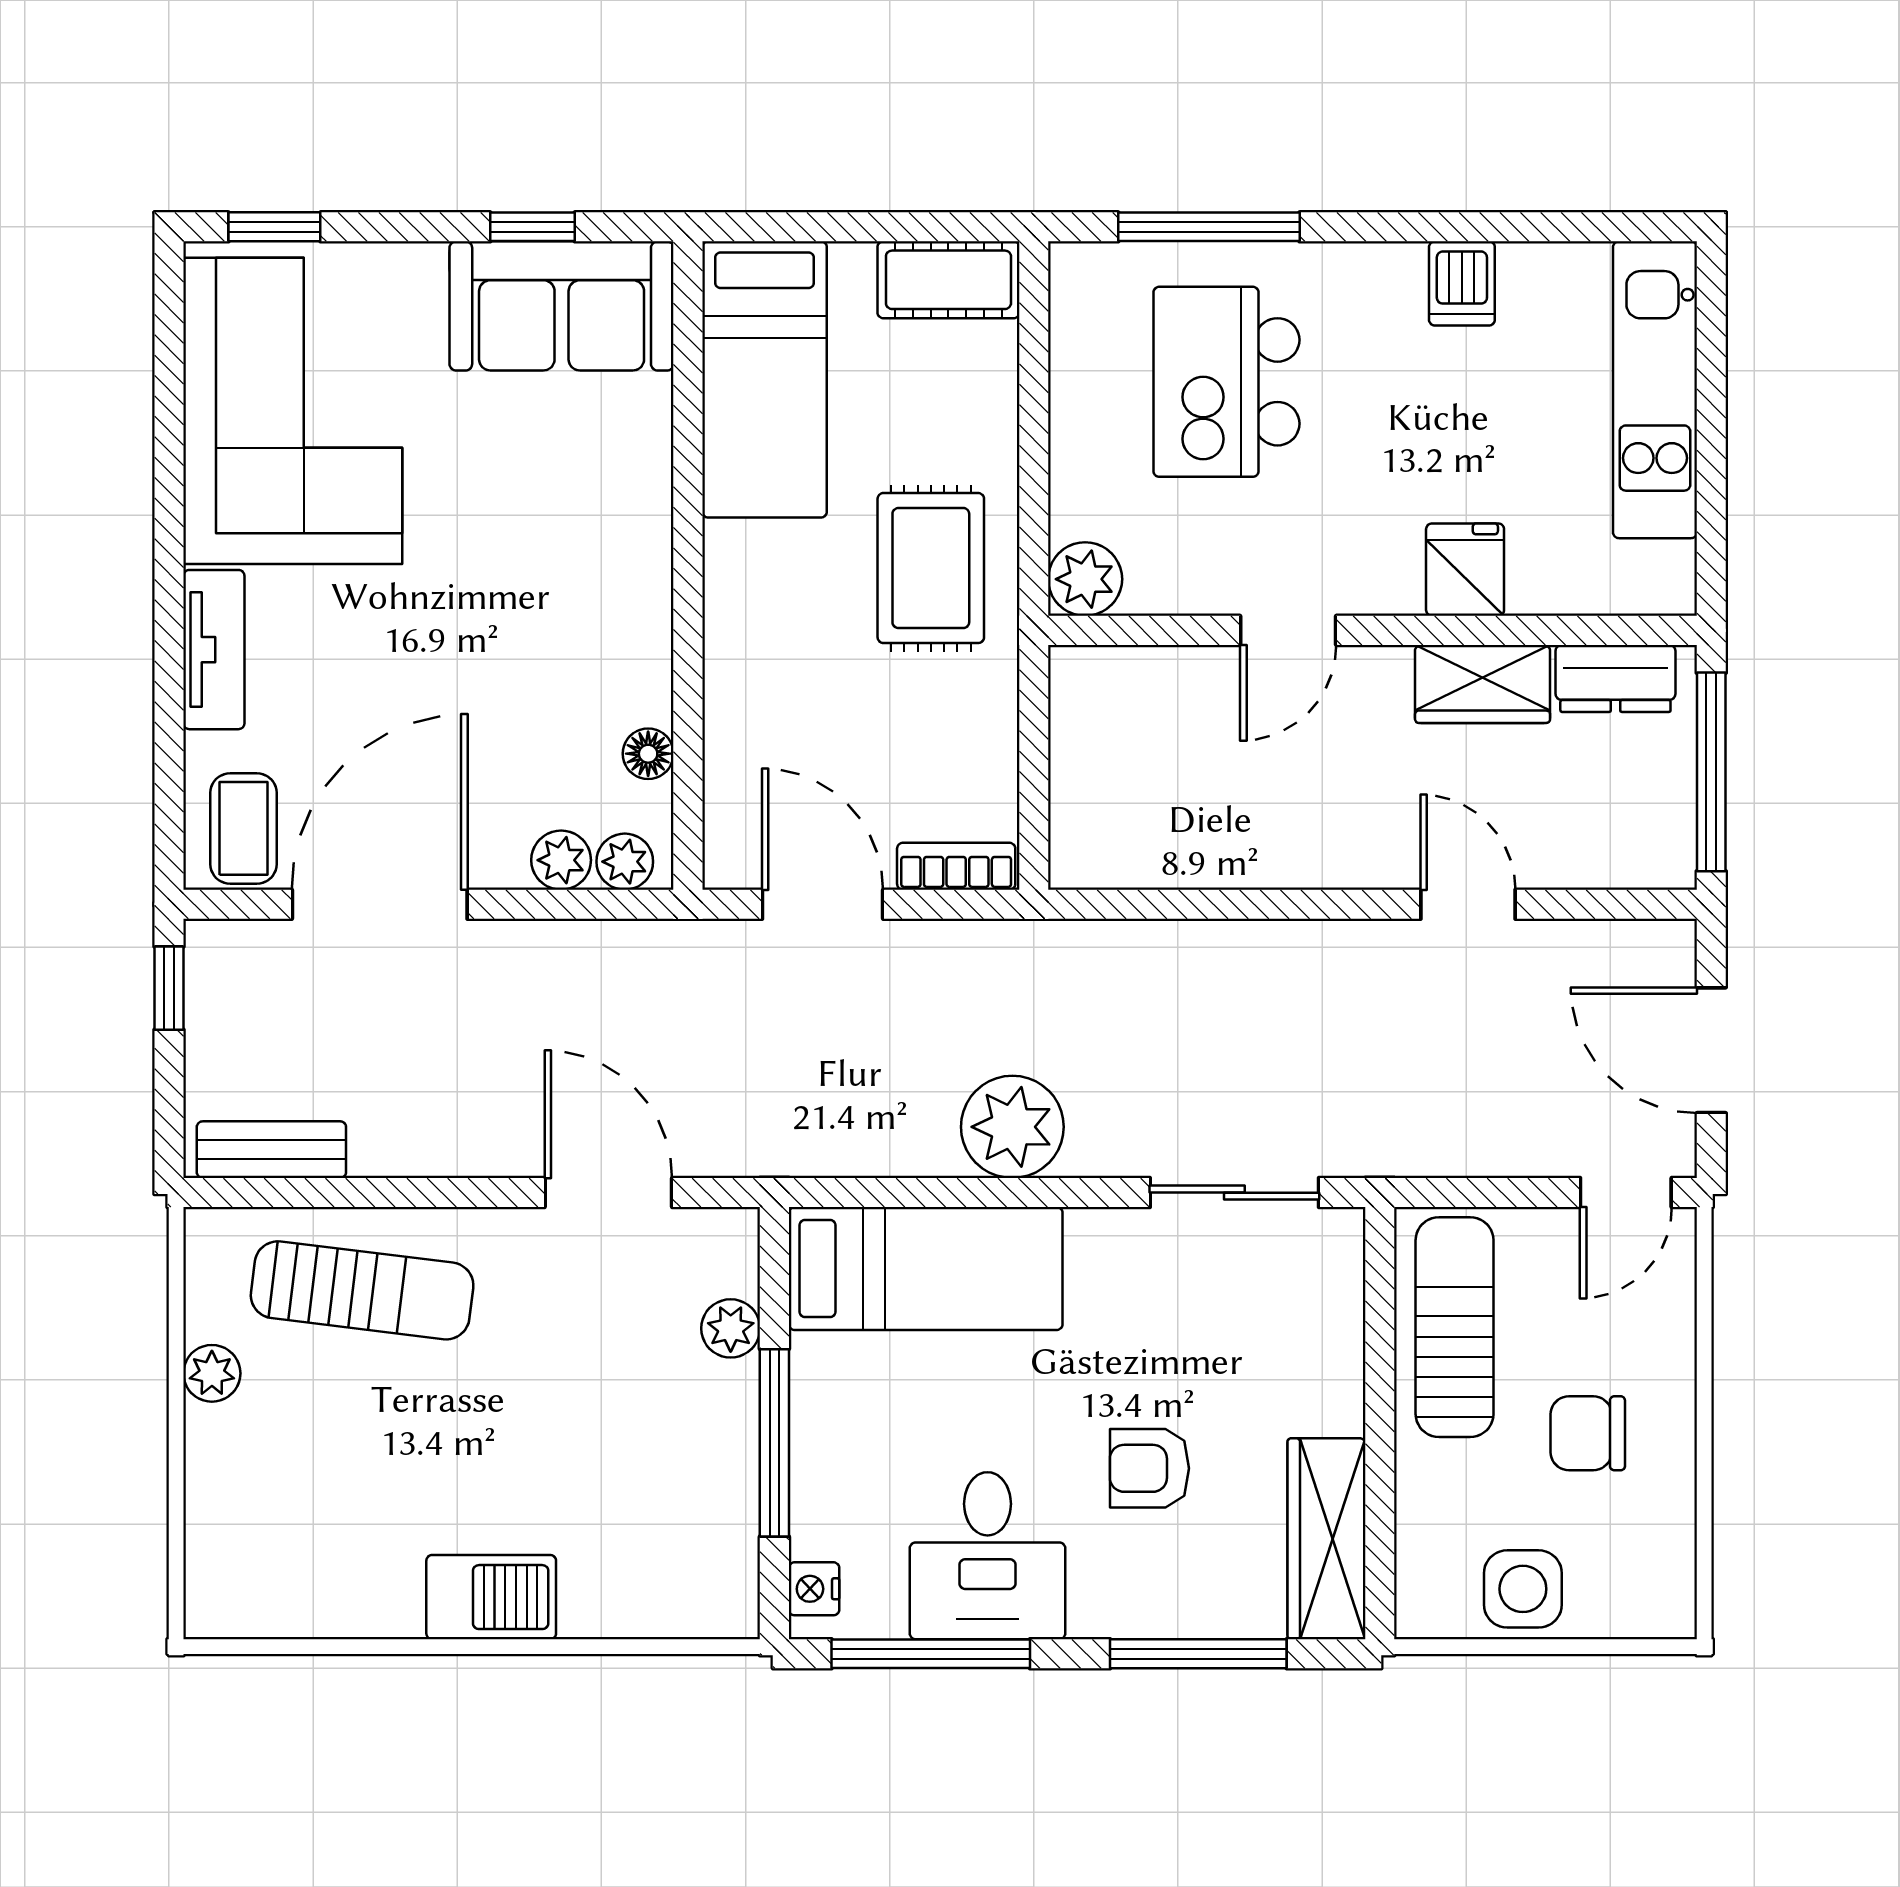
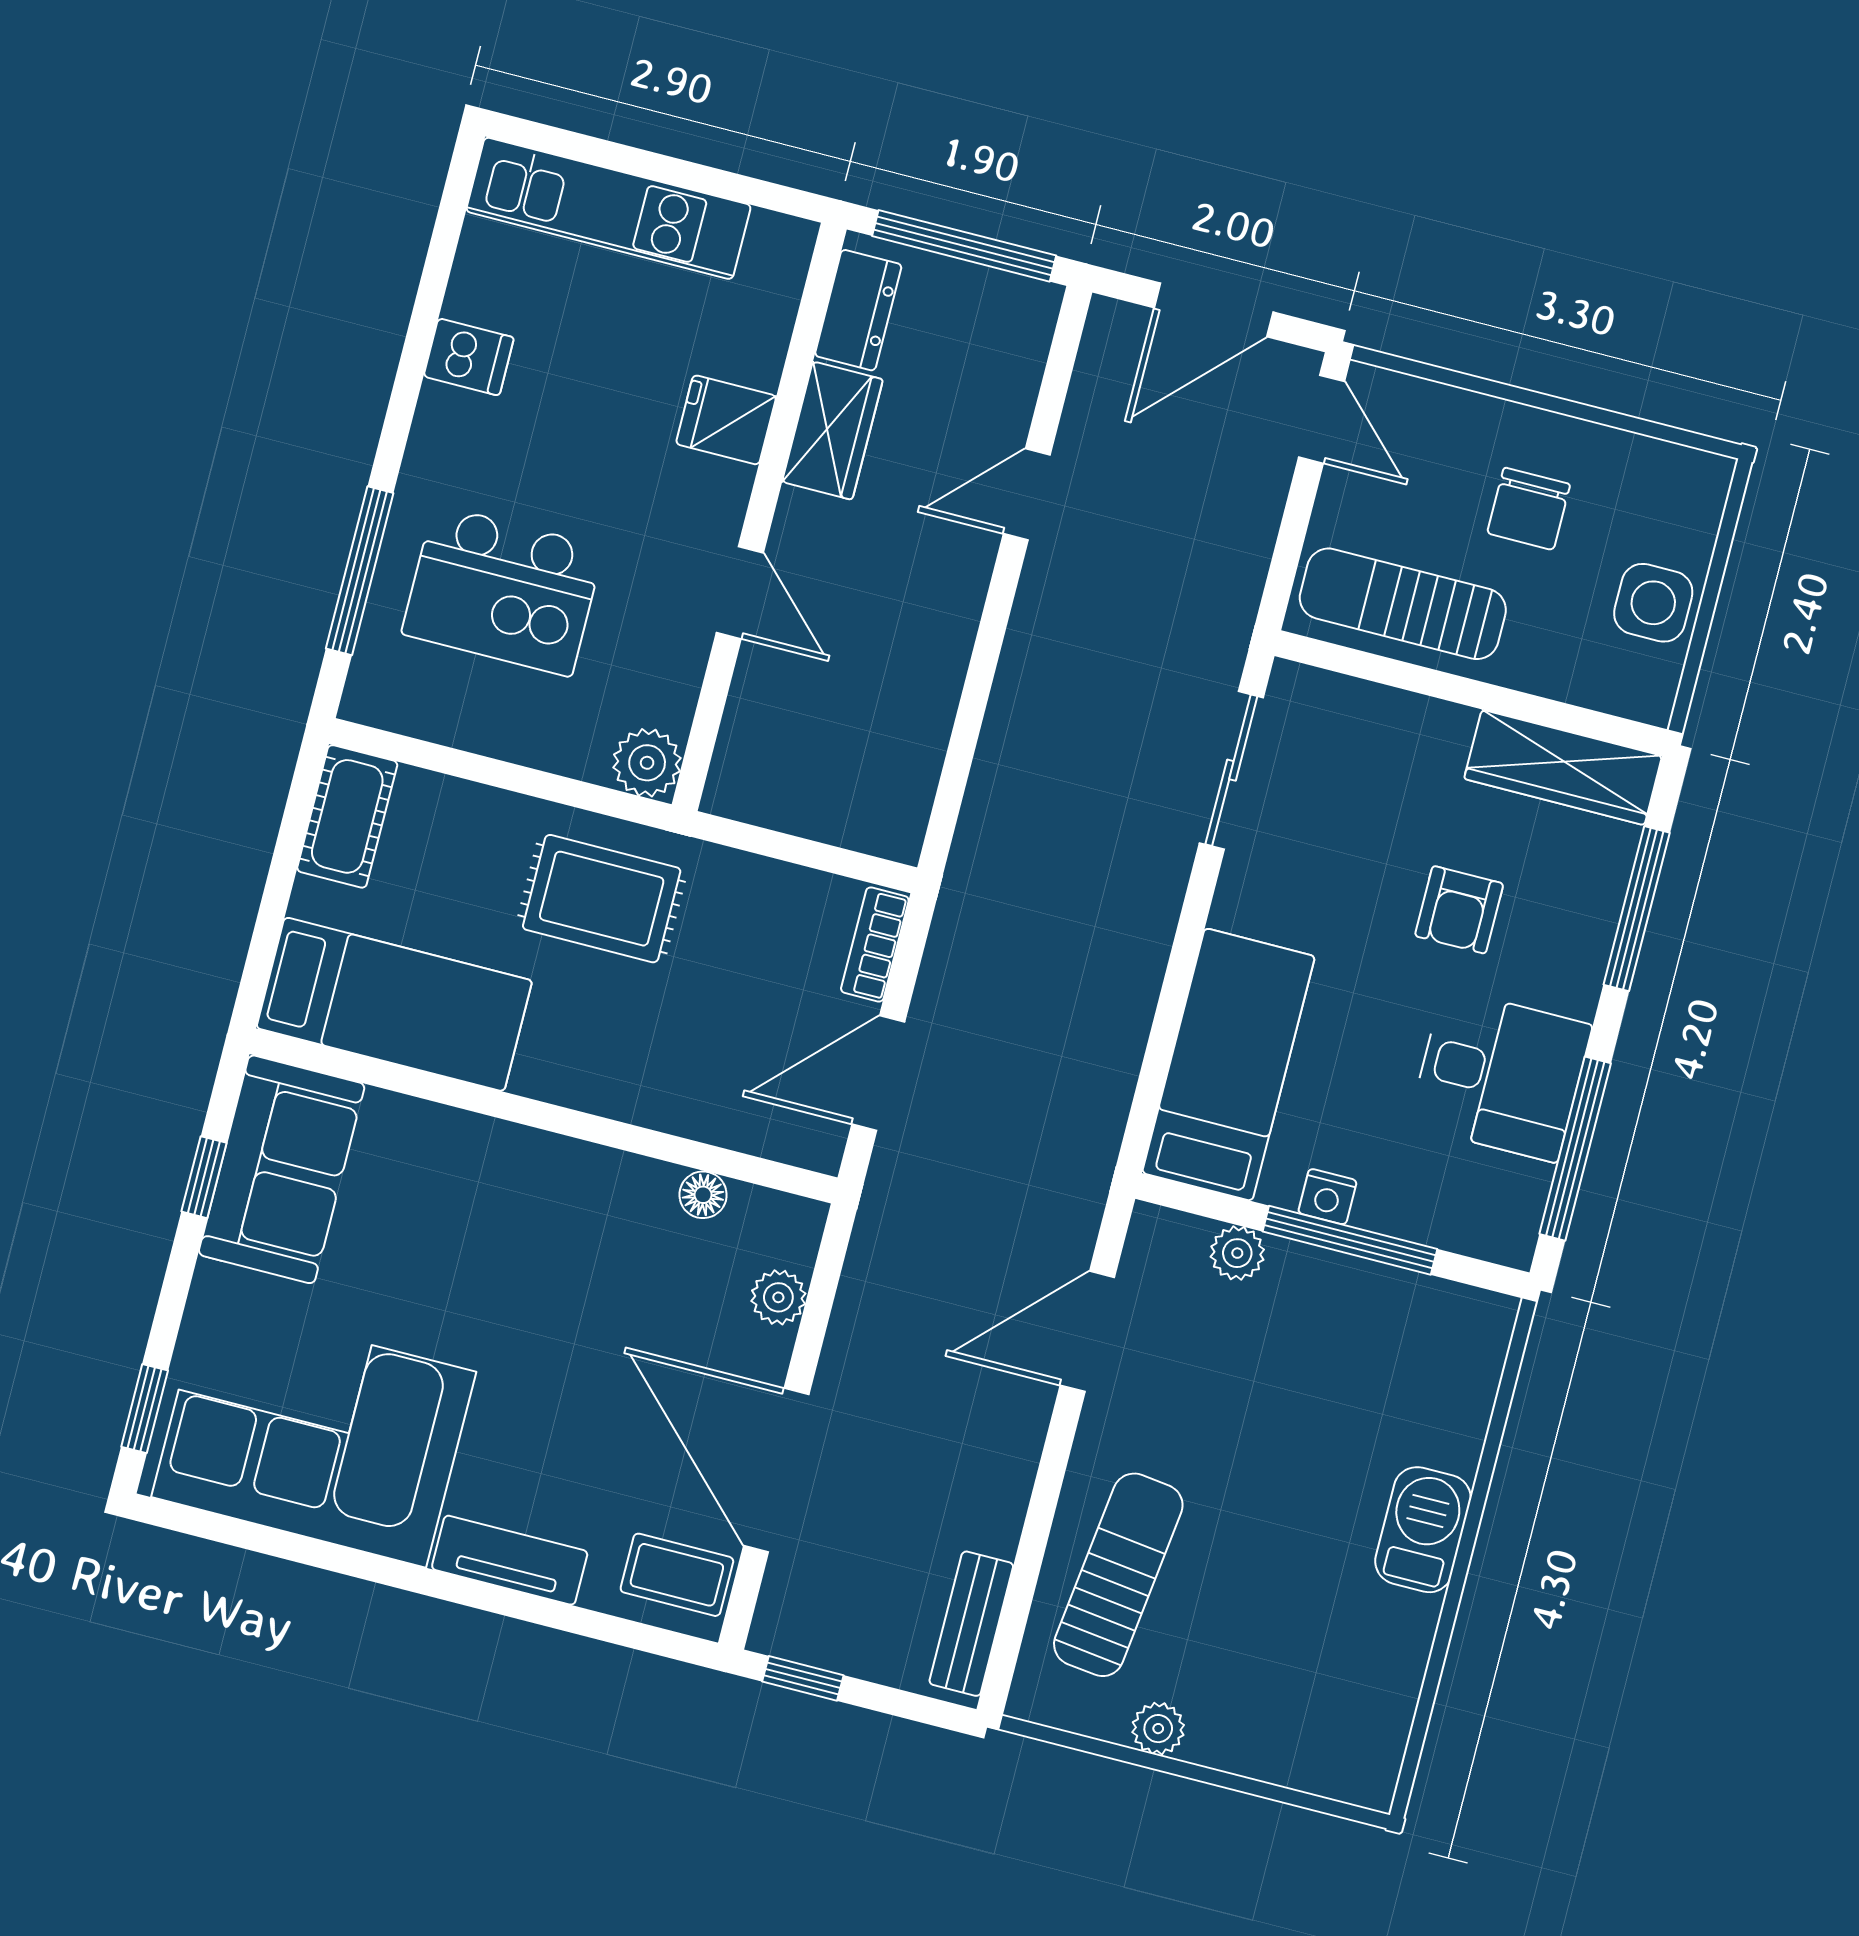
plant: (625, 862) -> (794, 1241), removed
plant: (1012, 1127) -> (1121, 954), removed
nightstand: (814, 1589) -> (1327, 1197), moved

